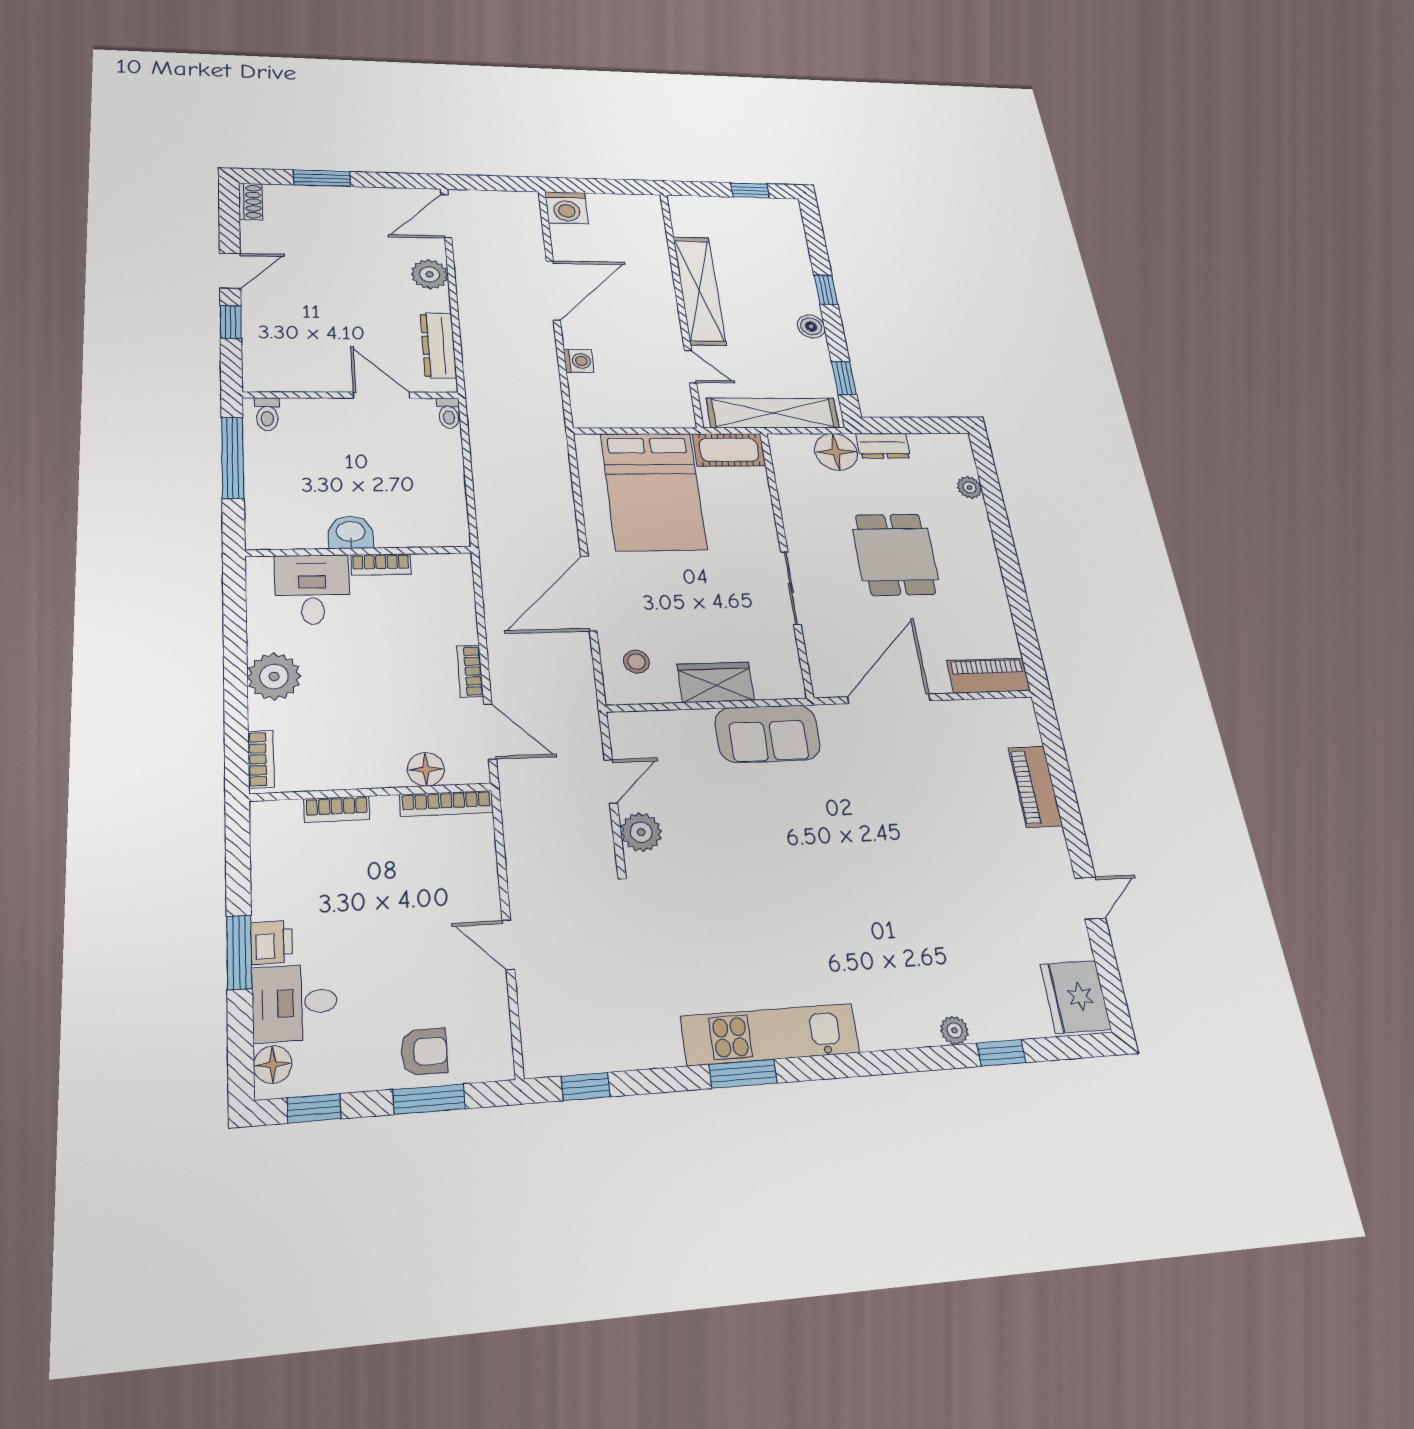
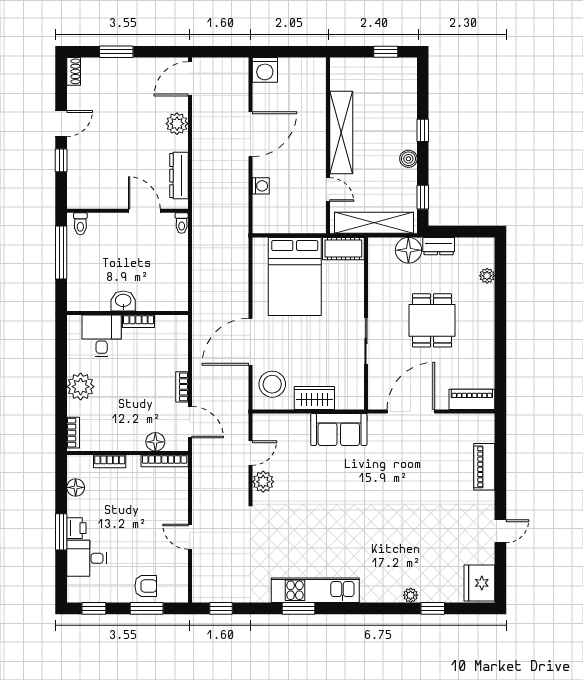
stool: (636, 662) -> (272, 384), width x1.89, depth x1.89
floor lamp: (273, 1065) -> (76, 487), moved

